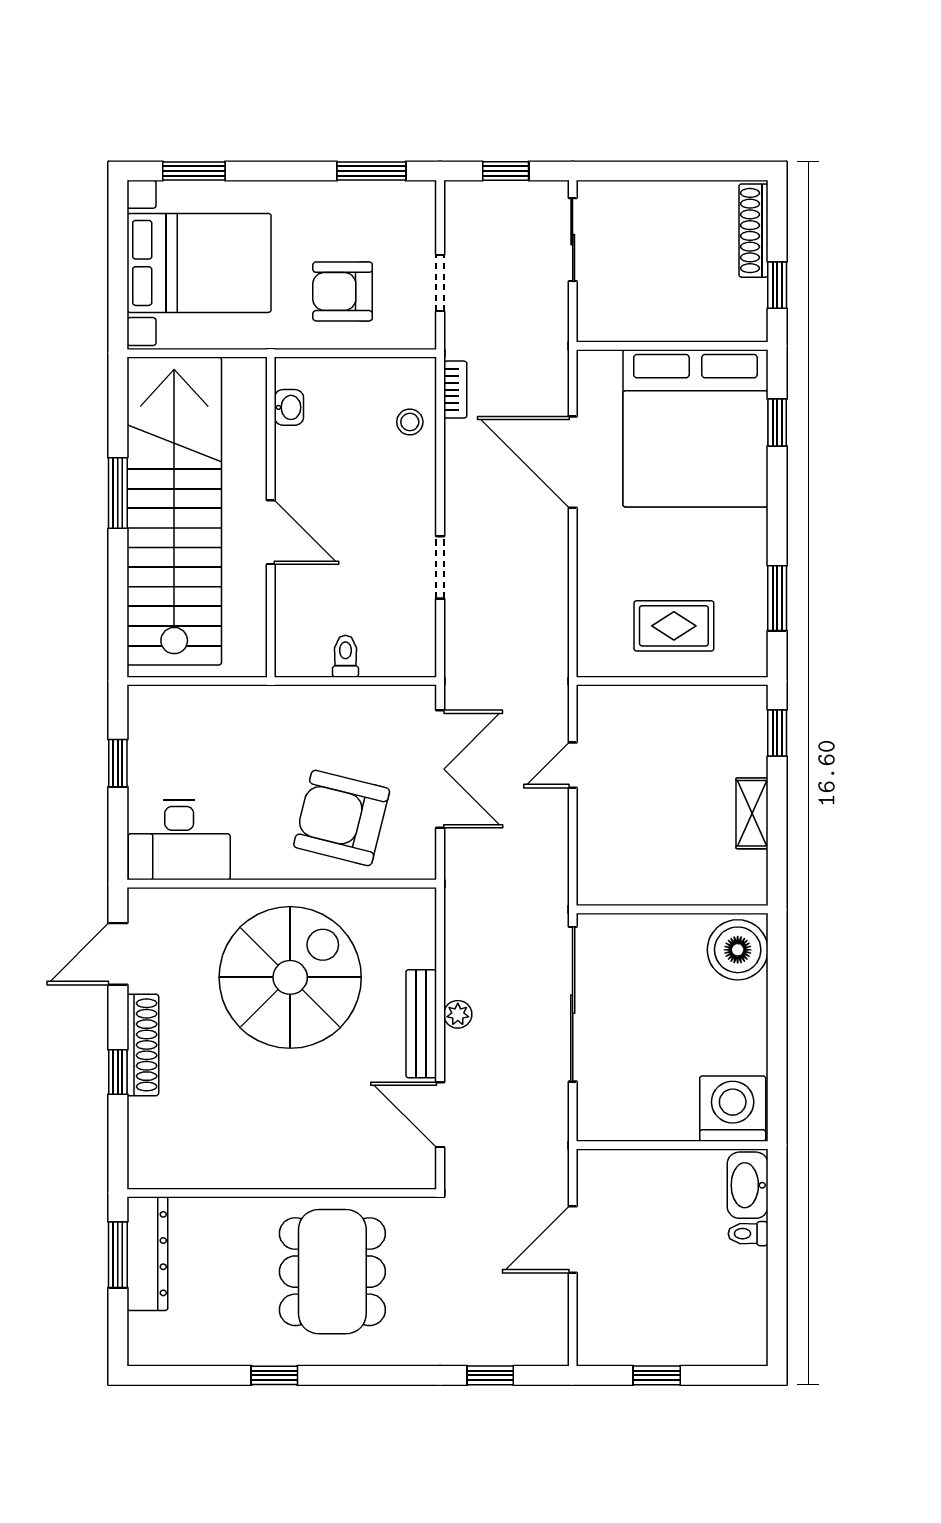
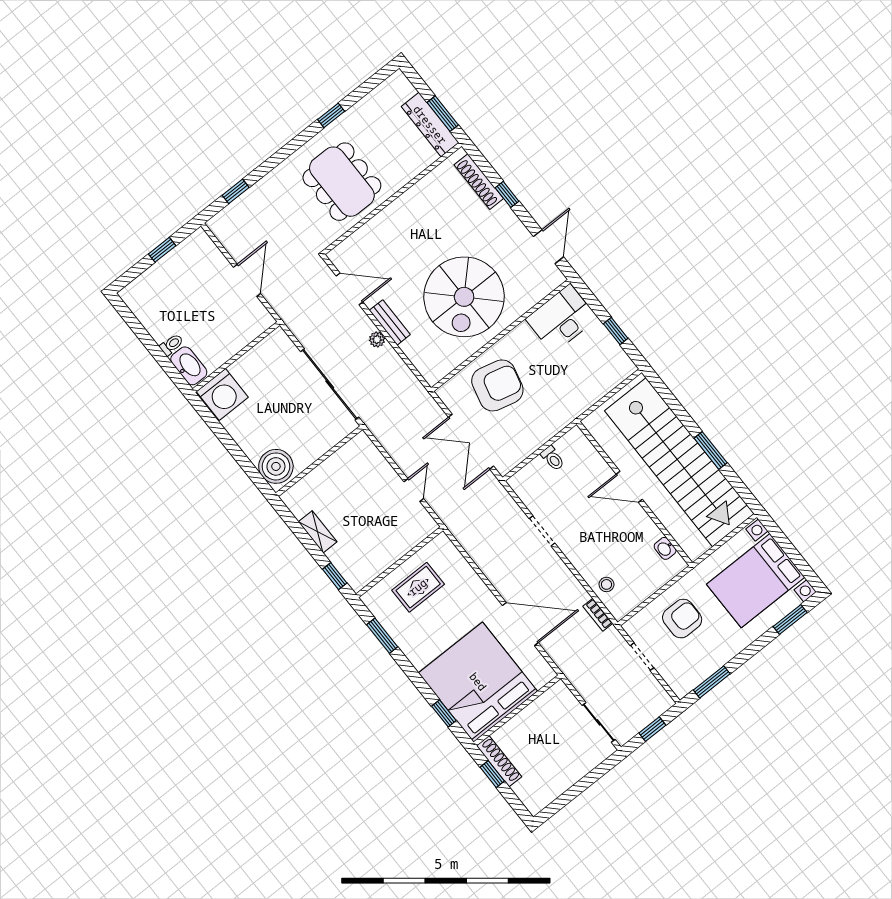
shoe rack: (753, 231) -> (499, 761), moved
bench: (421, 1024) -> (390, 322), width x0.73
shoe rack: (143, 1045) -> (479, 182), moved

